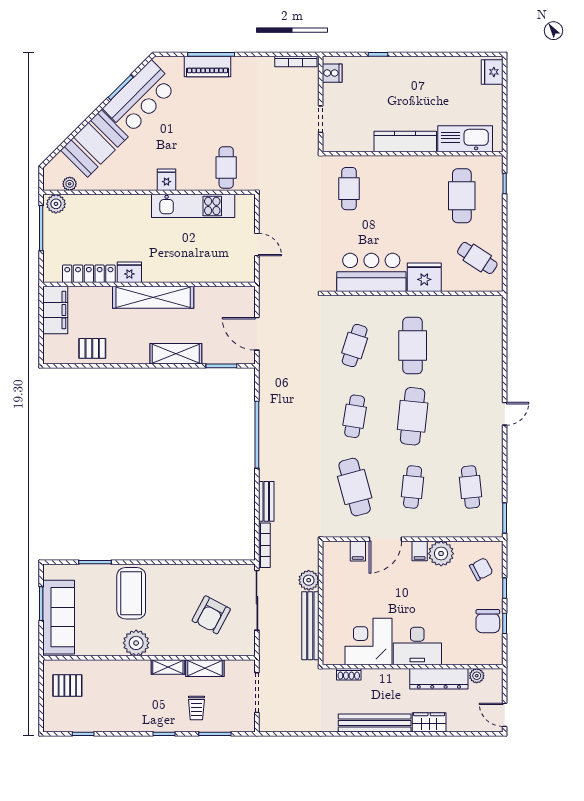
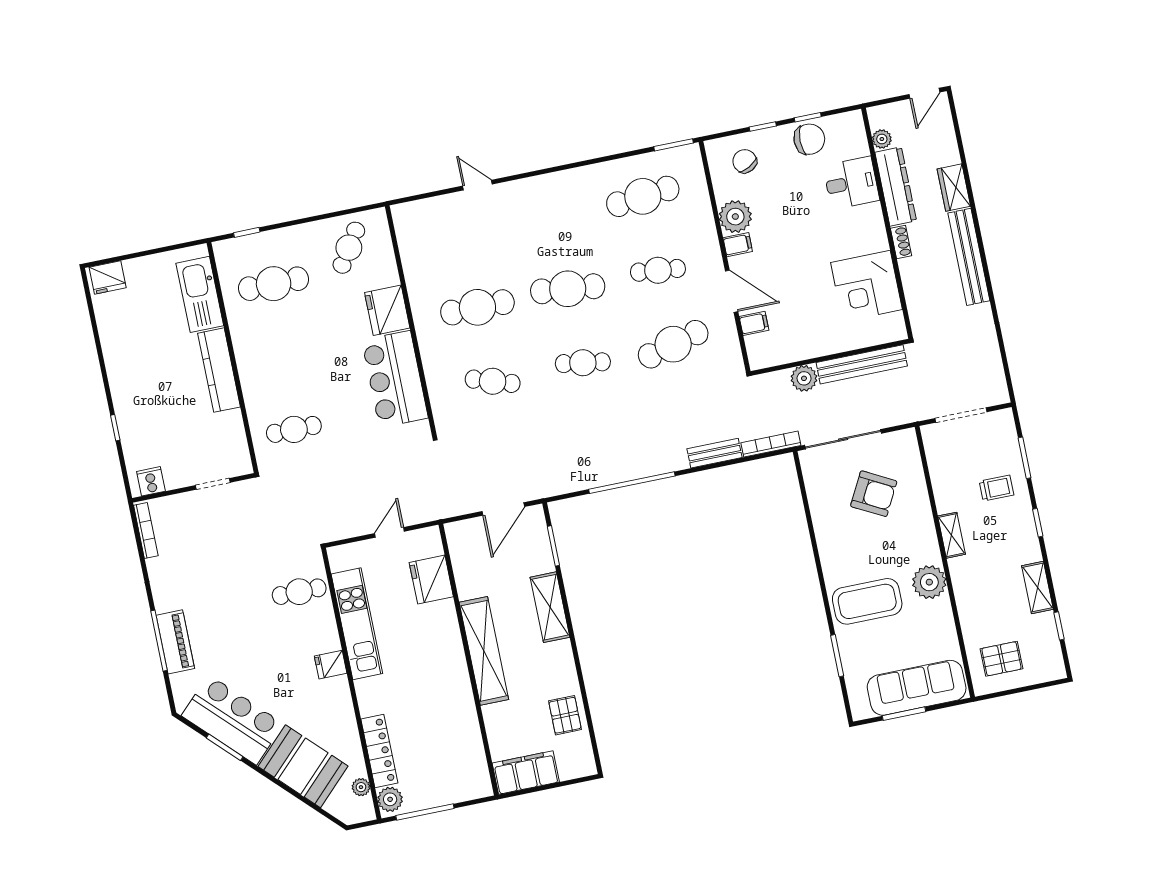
fridge: (129, 272) -> (431, 580), moved, width x1.36, depth x1.34
locker: (89, 274) -> (379, 751), moved, turned 180
door: (505, 414) -> (477, 185), moved
cafe table: (471, 487) -> (643, 196), width x1.37, depth x1.35
desk: (417, 646) -> (851, 183), moved, width x0.73
shelving: (205, 668) -> (1037, 587), moved
shoe rack: (349, 674) -> (901, 242), moved
pallet: (67, 685) -> (1002, 659), turned 90

